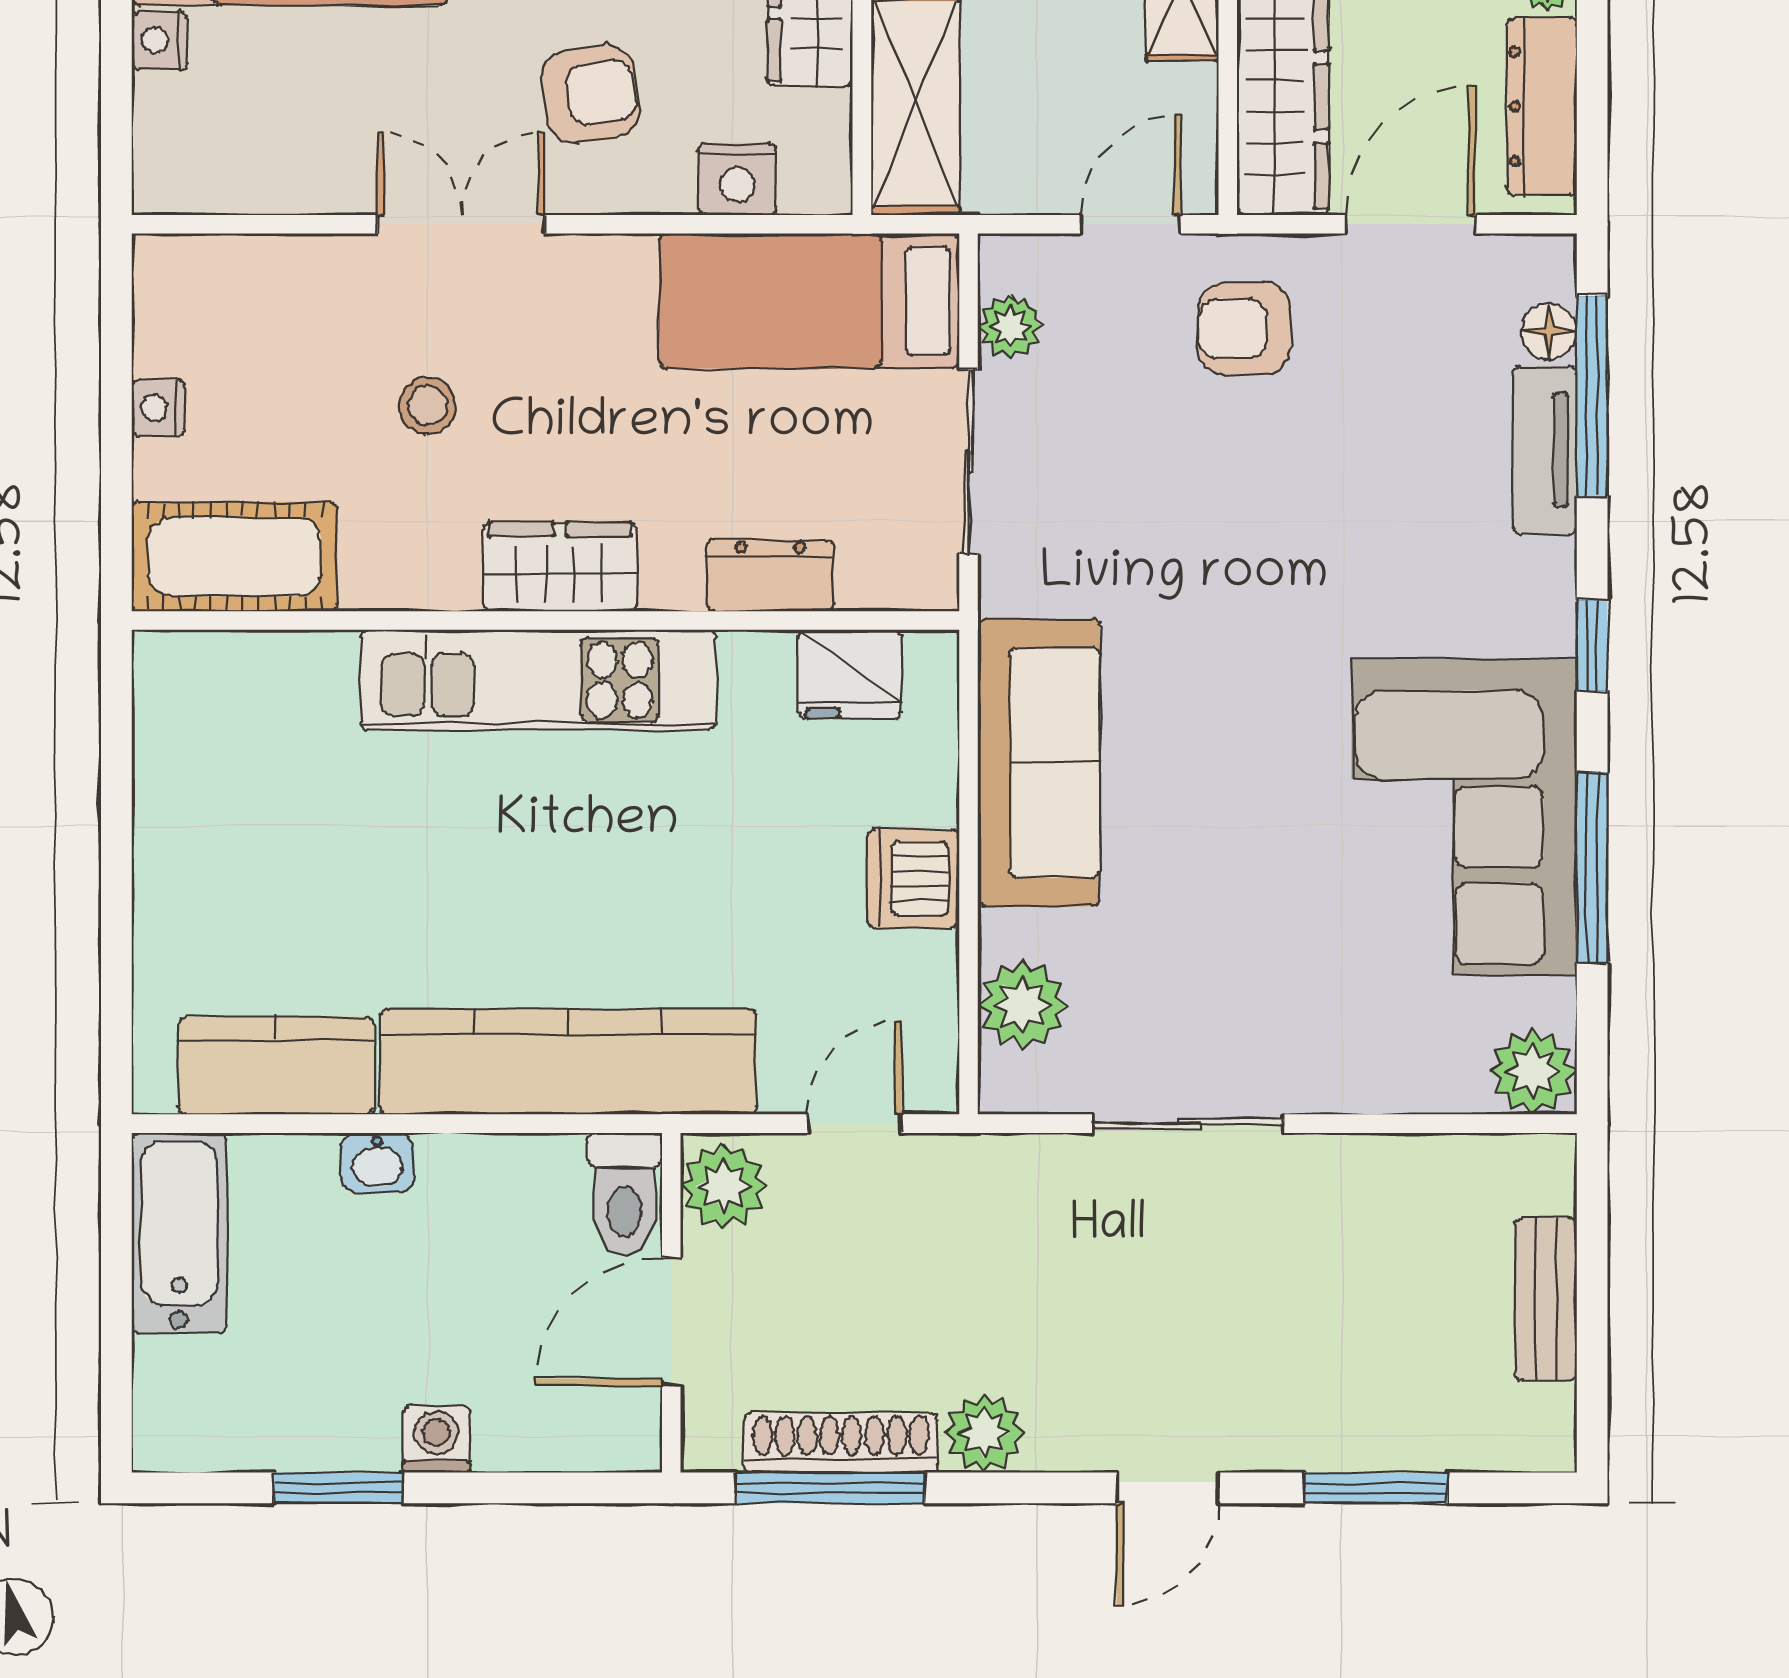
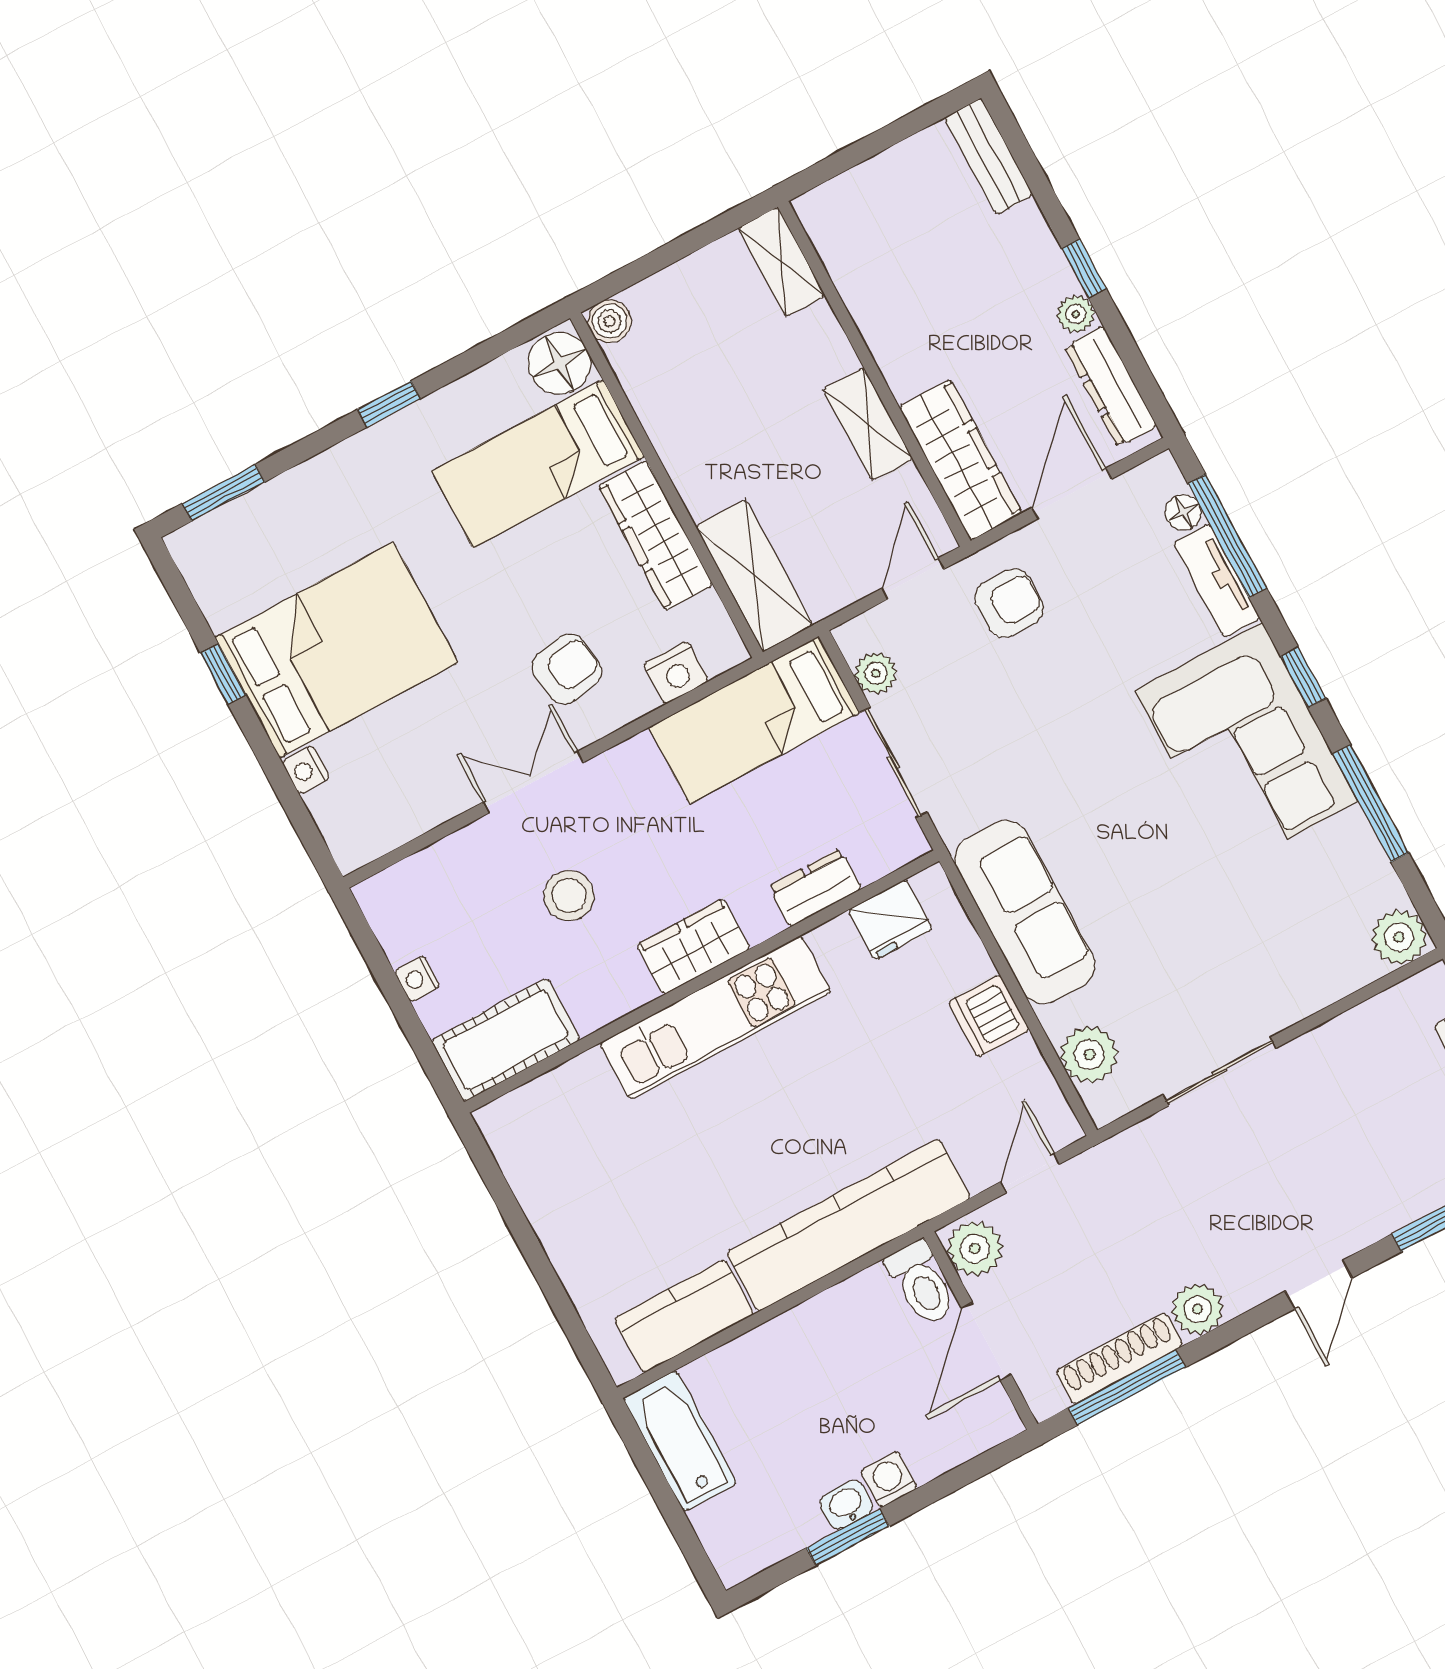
armchair: (1244, 328) -> (1009, 603), turned 180
stool: (427, 406) -> (569, 896), width x1.37, depth x1.37
corner sofa: (1464, 817) -> (1246, 746), moved
washbasin: (377, 1163) -> (846, 1505), moved, turned 180

